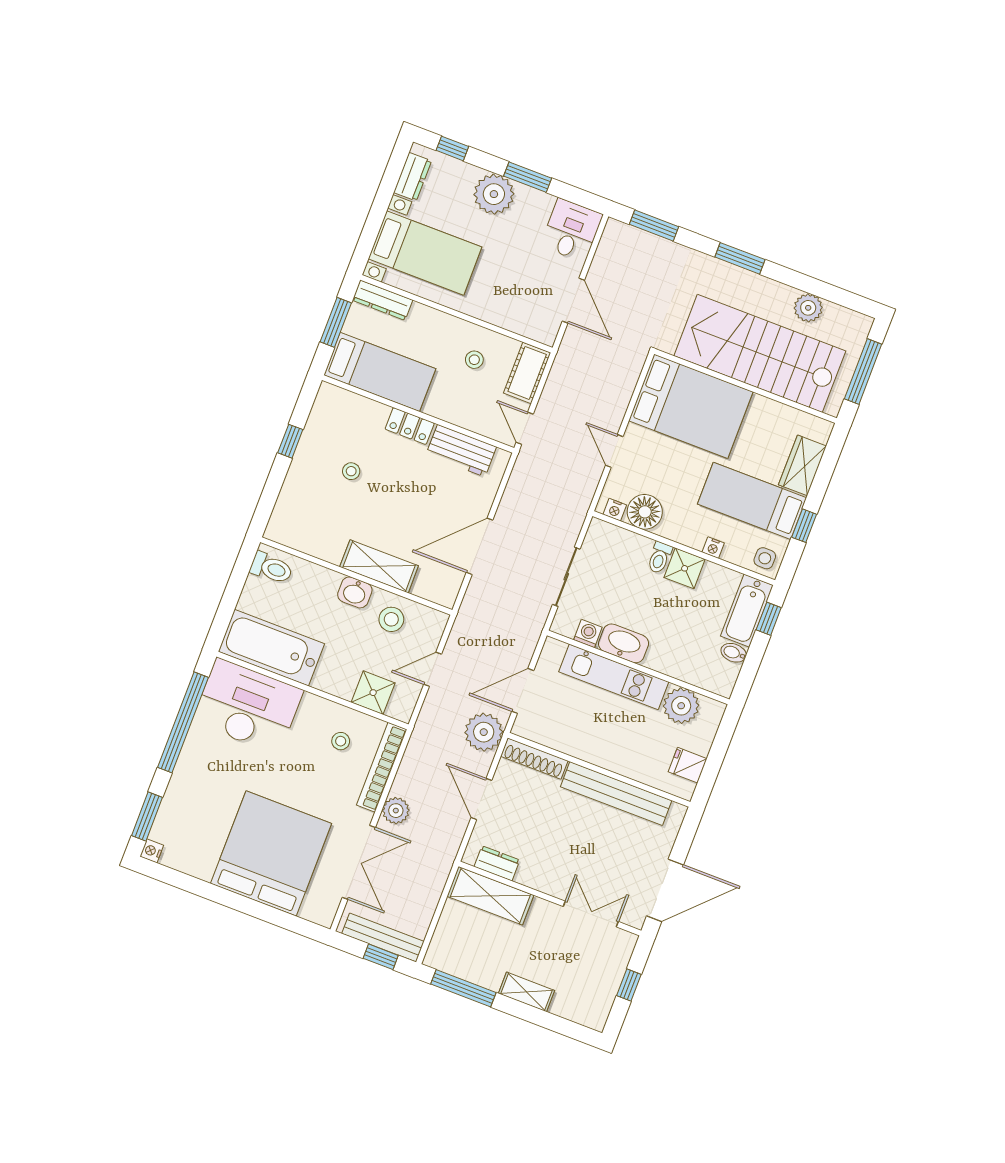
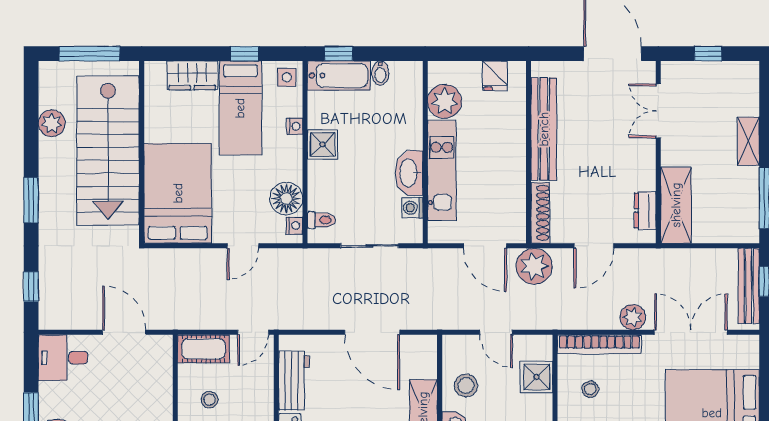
window: (654, 225) -> (31, 287), width x0.67
door: (573, 301) -> (124, 332), hinge flipped
toilet: (660, 558) -> (322, 220), moved

